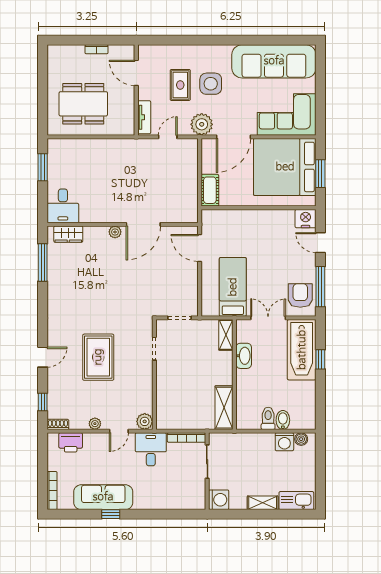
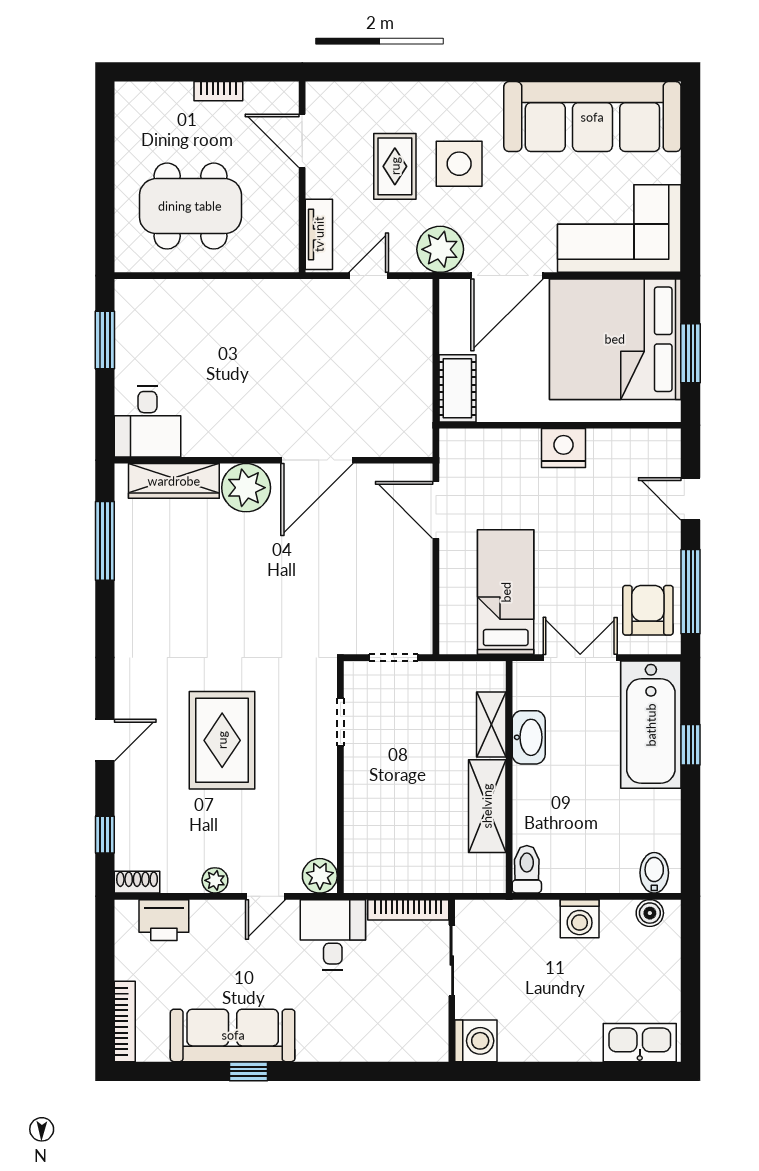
nightstand: (306, 219) -> (564, 448), moved
plant: (115, 232) -> (246, 488), width x1.87, depth x1.87
wardrobe: (68, 234) -> (174, 481), width x1.50
shelving: (226, 335) -> (491, 725), moved
shelving: (224, 408) -> (487, 806), moved
toilet: (268, 418) -> (527, 869), moved
bidet: (283, 420) -> (654, 873), moved
washing machine: (284, 442) -> (580, 919), moved
shelving: (263, 503) -> (569, 1047), removed

